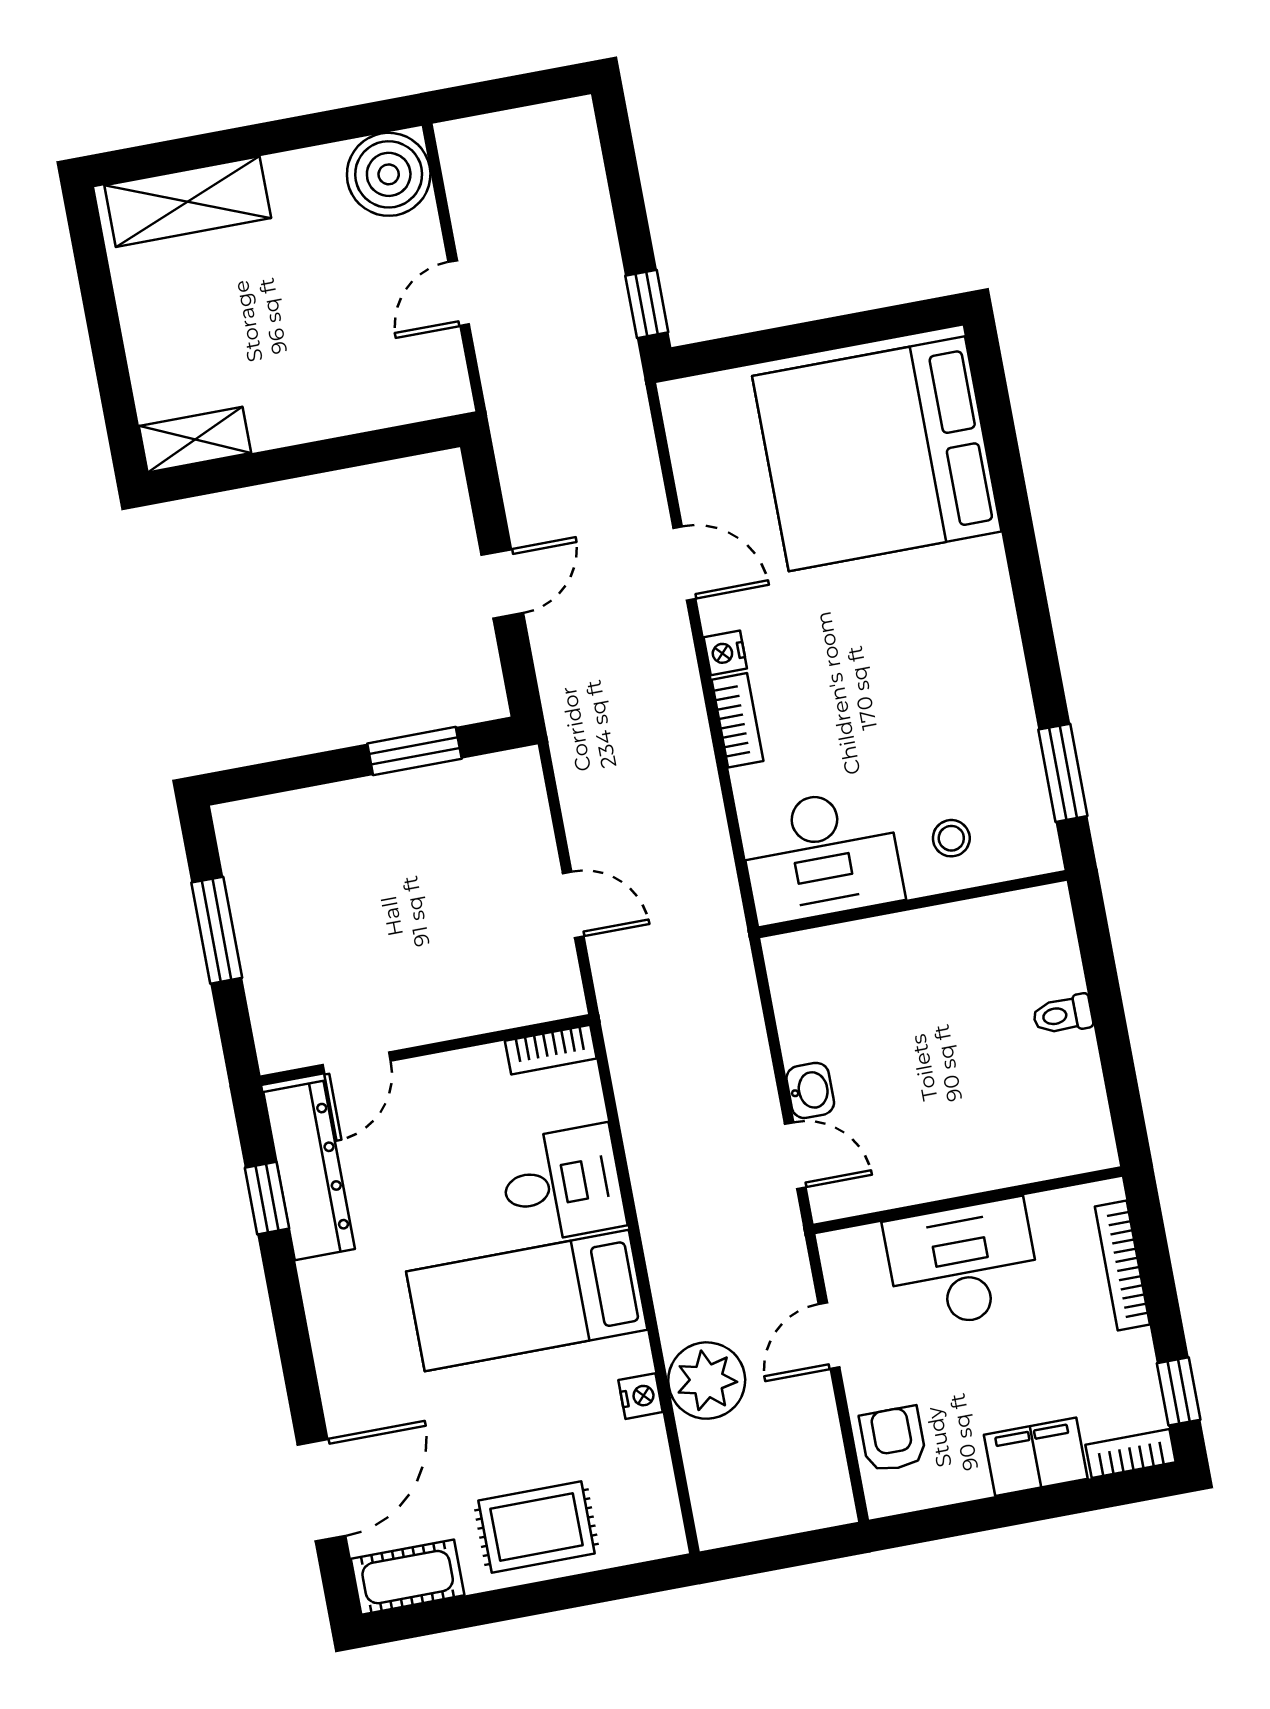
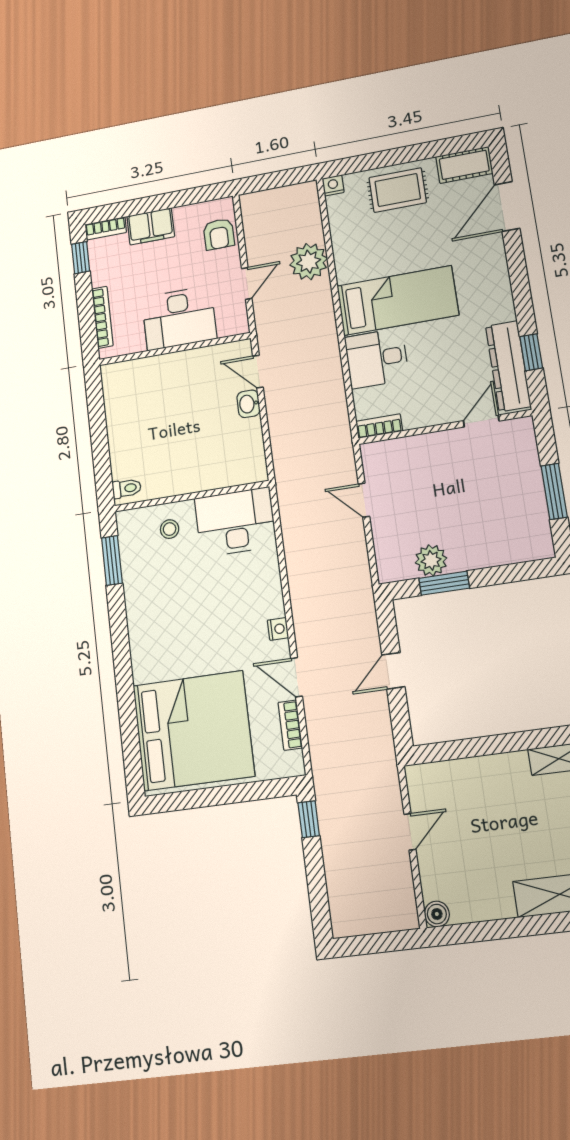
boiler: (389, 174) -> (437, 914), width x0.54, depth x0.54
bookcase: (738, 720) -> (290, 725), moved
plant: (441, 793) -> (431, 560), added
toilet: (1063, 1015) -> (127, 488), moved
nightstand: (641, 1396) -> (333, 185), moved, turned 90

